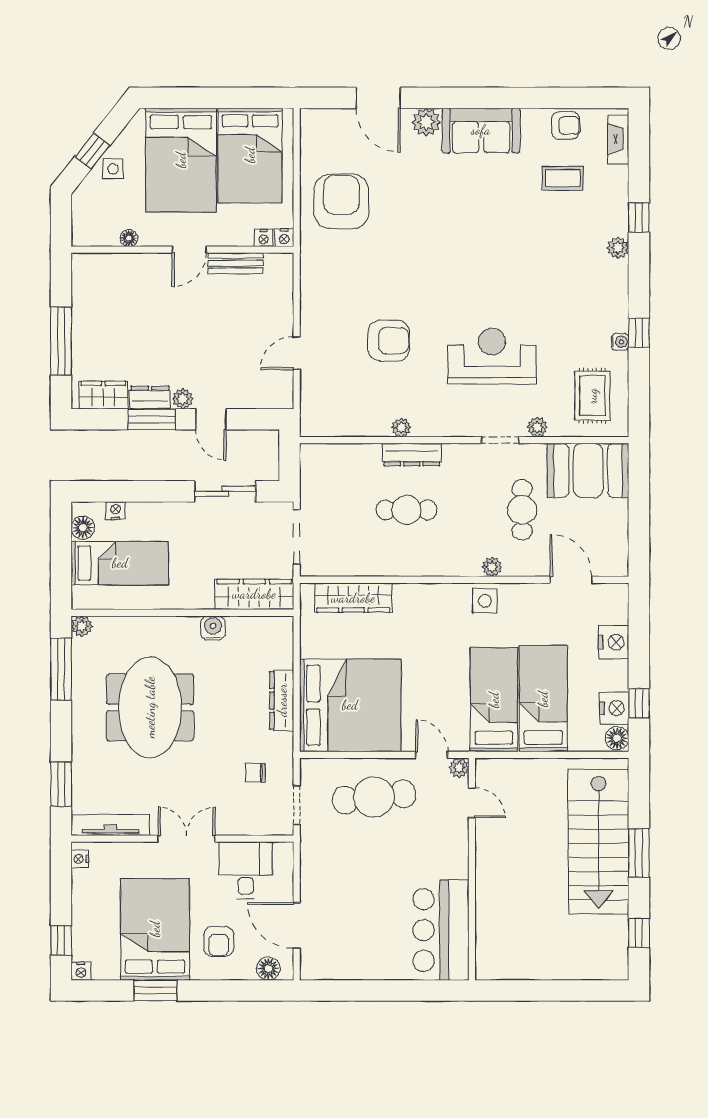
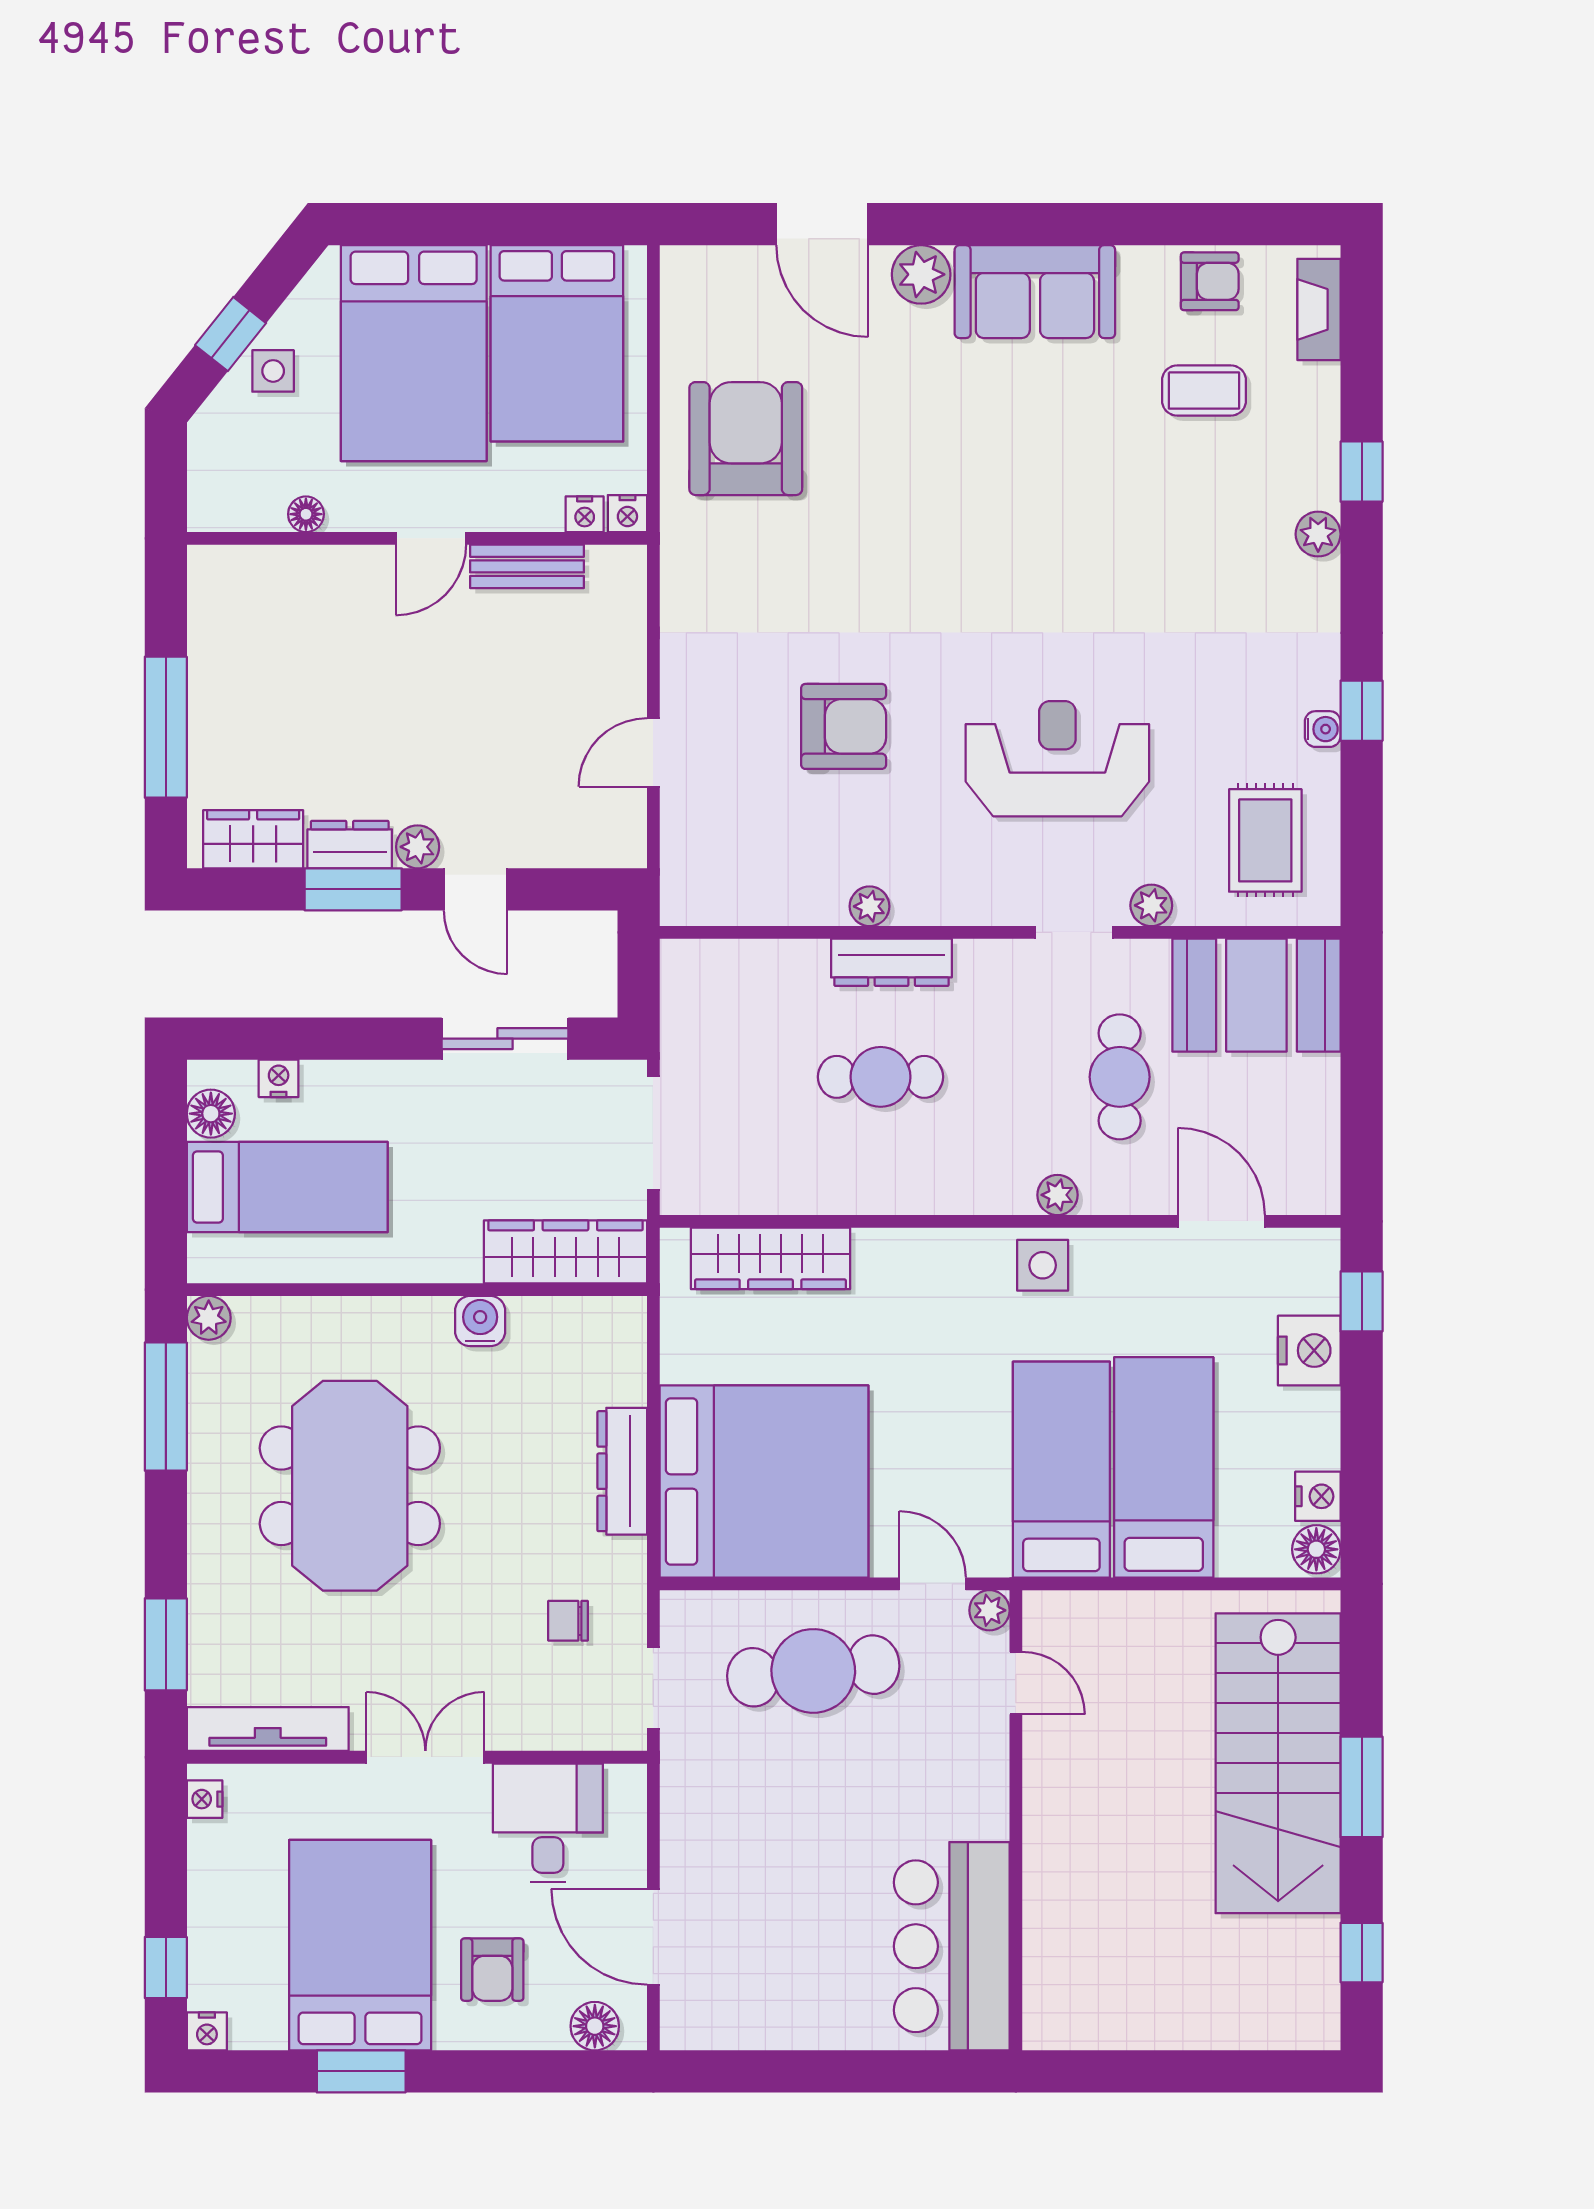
window: (639, 703) -> (1362, 1301), moved
nightstand: (614, 708) -> (1318, 1496), width x0.74, depth x0.75

